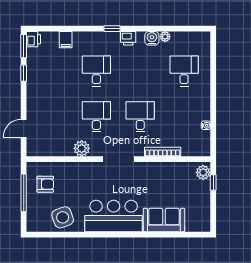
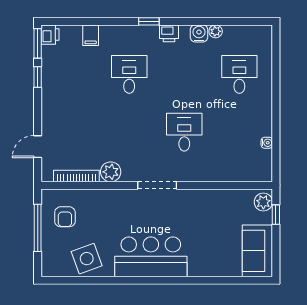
desk: (96, 117) -> (129, 132), removed
bookcase: (163, 152) -> (76, 176), moved
armchair: (45, 184) -> (65, 217), turned 90
sofa: (164, 220) -> (257, 251), moved, turned -90

